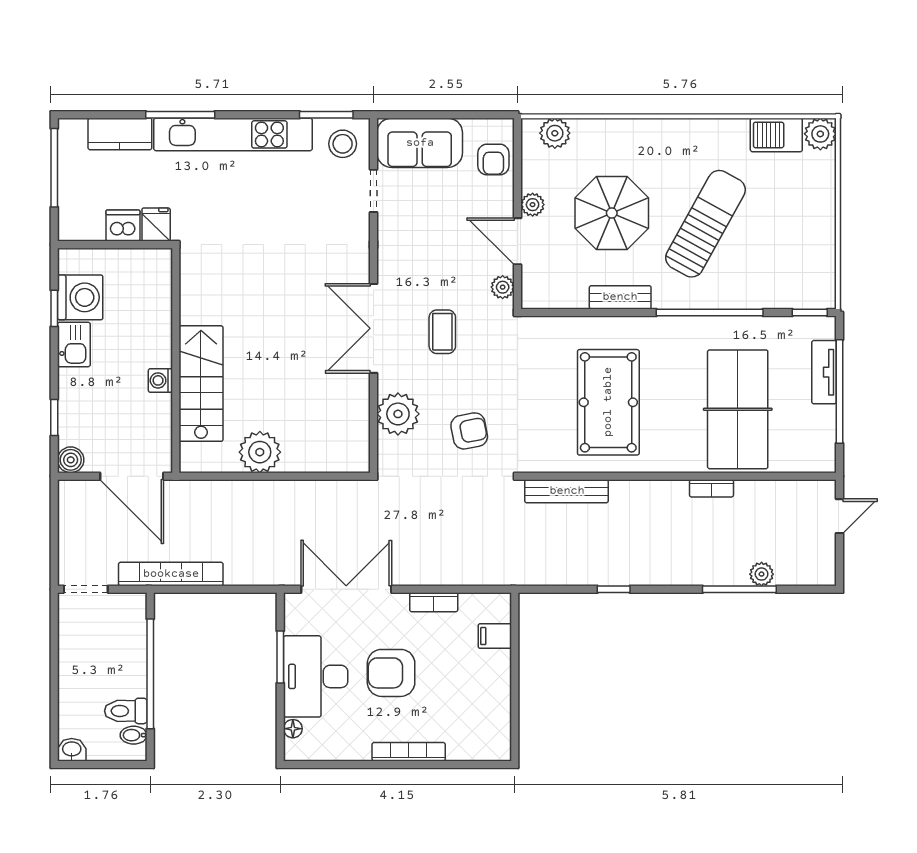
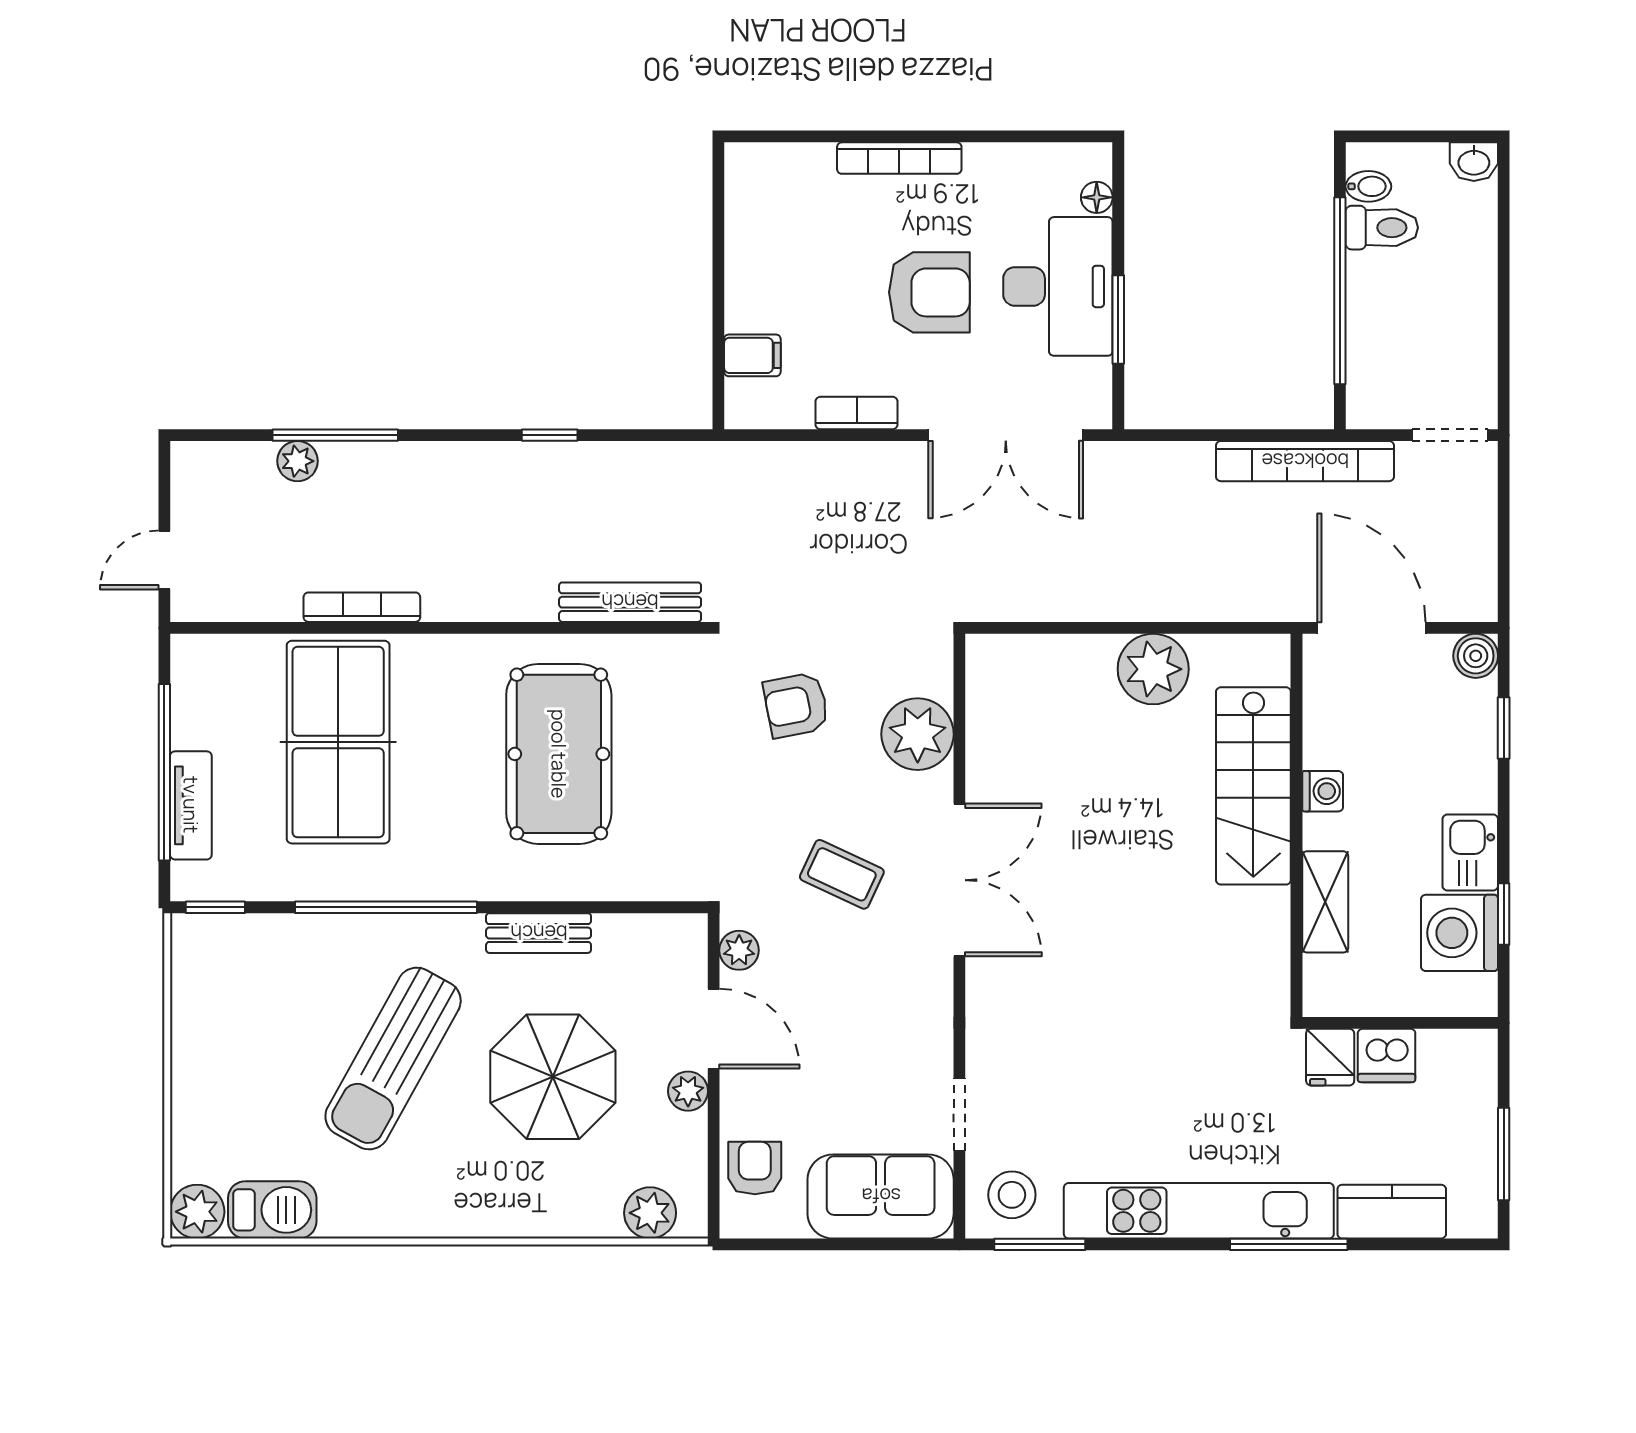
window: (54, 168) -> (1504, 1154), width x0.69
shelving: (159, 316) -> (1325, 902), added
coffee table: (442, 332) -> (842, 874), turned -65
bookcase: (711, 488) -> (362, 607), width x1.56

